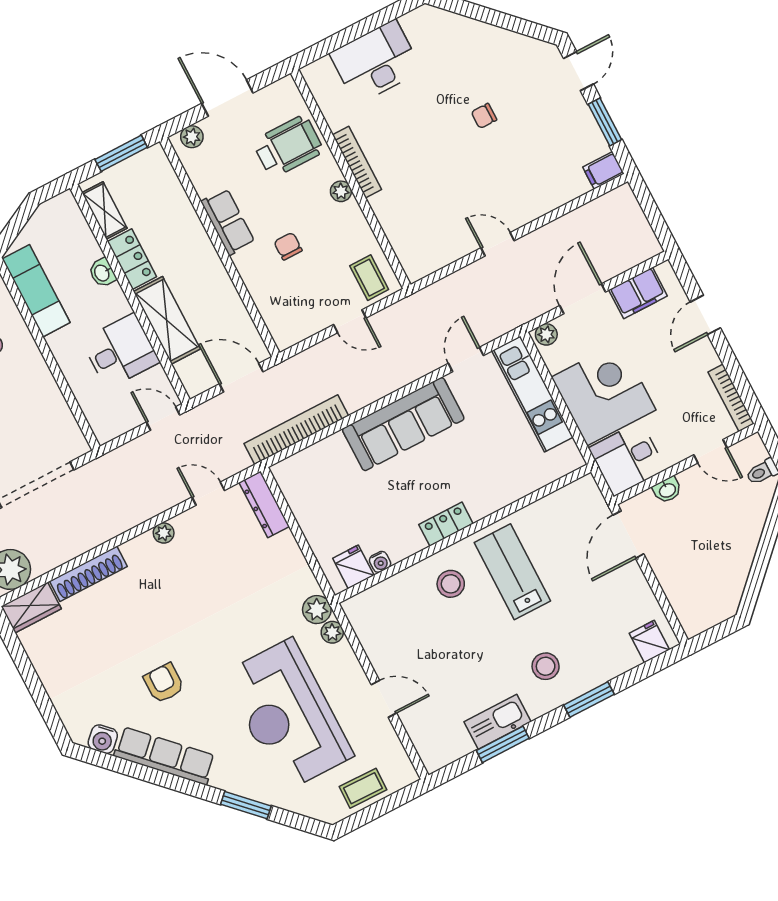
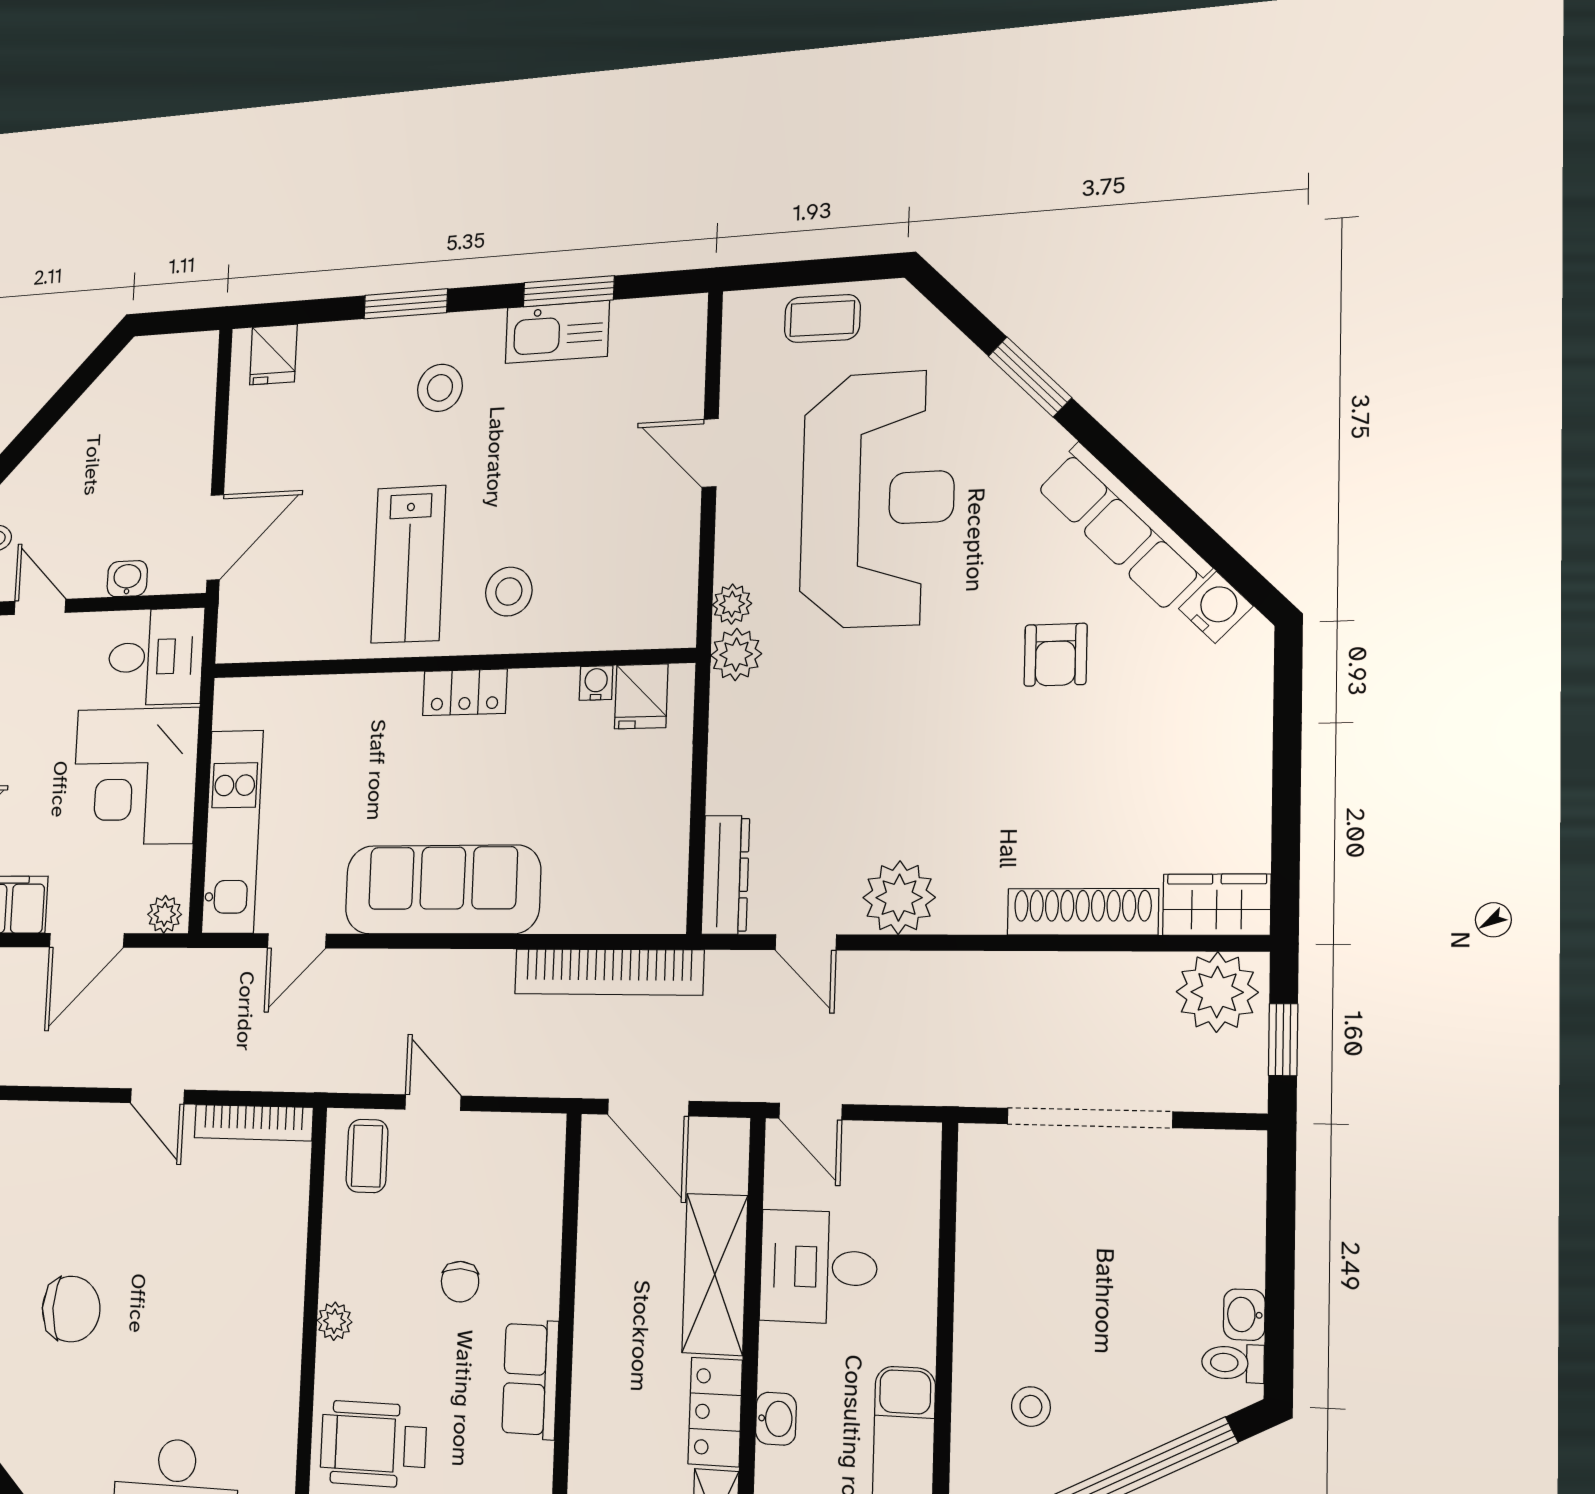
chair: (484, 116) -> (71, 1309), width x1.87, depth x1.87
bookcase: (357, 162) -> (253, 1123), moved, turned -90
plant: (164, 533) -> (899, 898), width x1.87, depth x1.87

